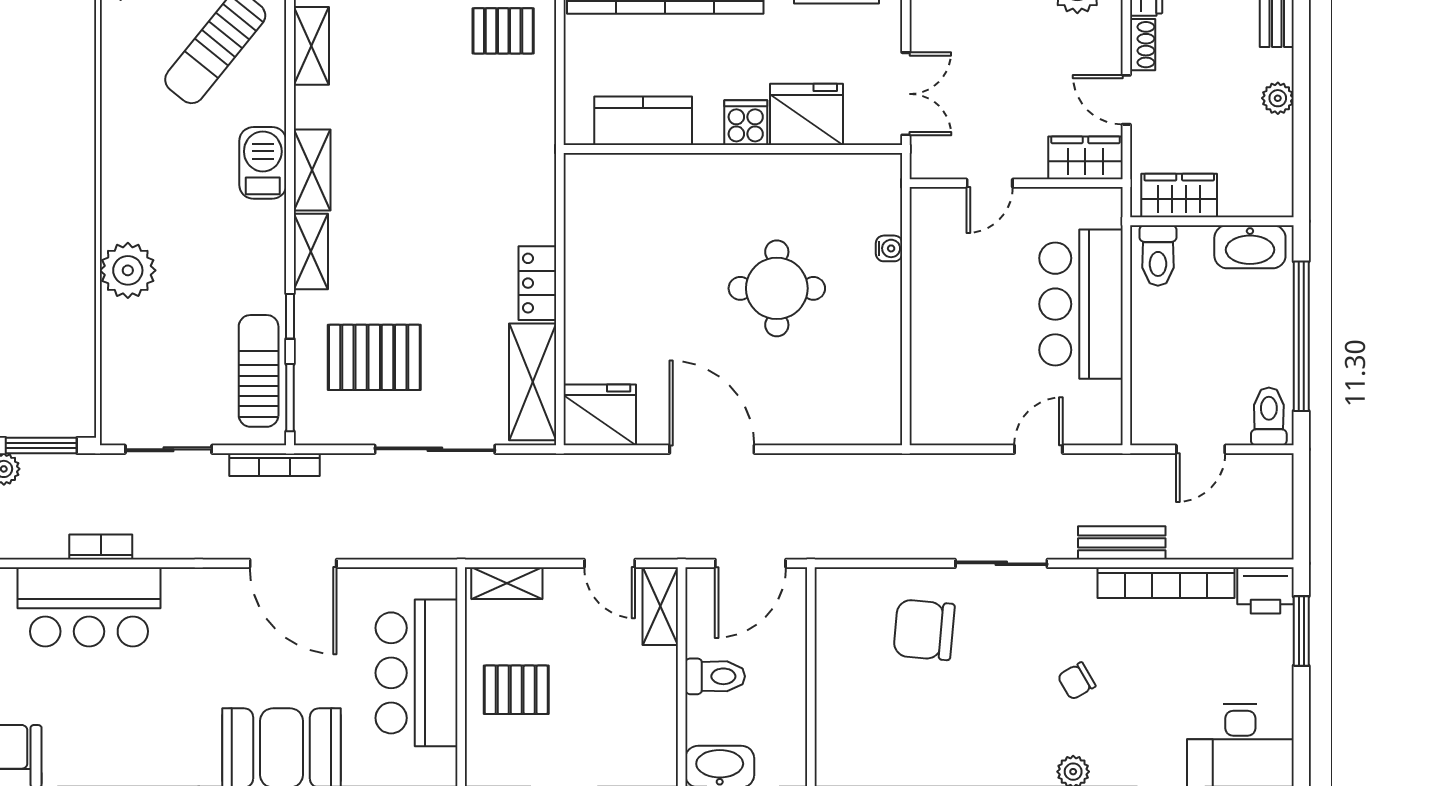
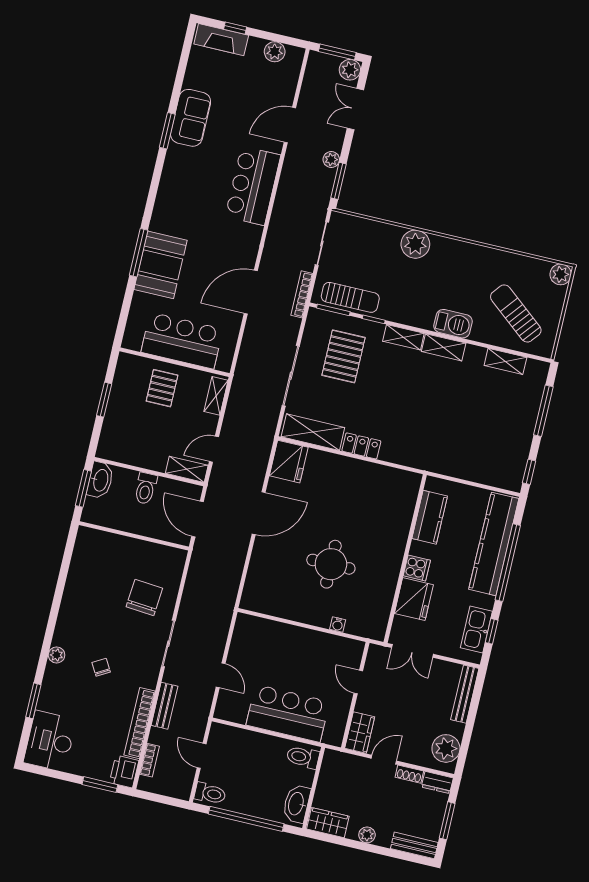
pallet: (503, 31) -> (491, 458), removed
wardrobe: (1179, 196) -> (328, 823), moved, turned -90
bookcase: (101, 547) -> (150, 760), moved

